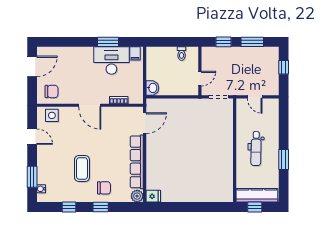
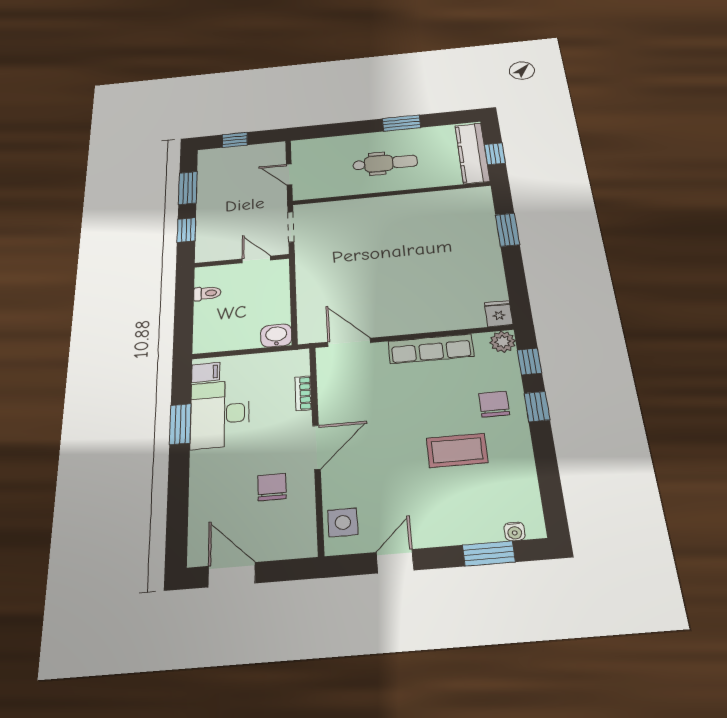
chair: (52, 91) -> (272, 487), moved
door: (255, 97) -> (289, 174), swing flipped
row of seats: (137, 162) -> (431, 349), width x0.73
window: (69, 207) -> (529, 361), moved
window: (203, 207) -> (507, 230), added

